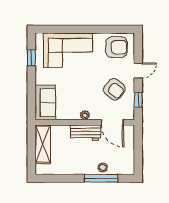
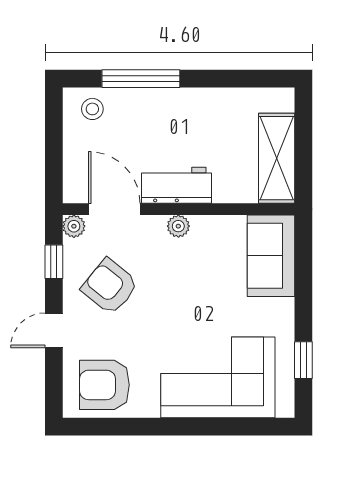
plant: (130, 115) -> (74, 226), added
stool: (103, 167) -> (92, 109), moved

